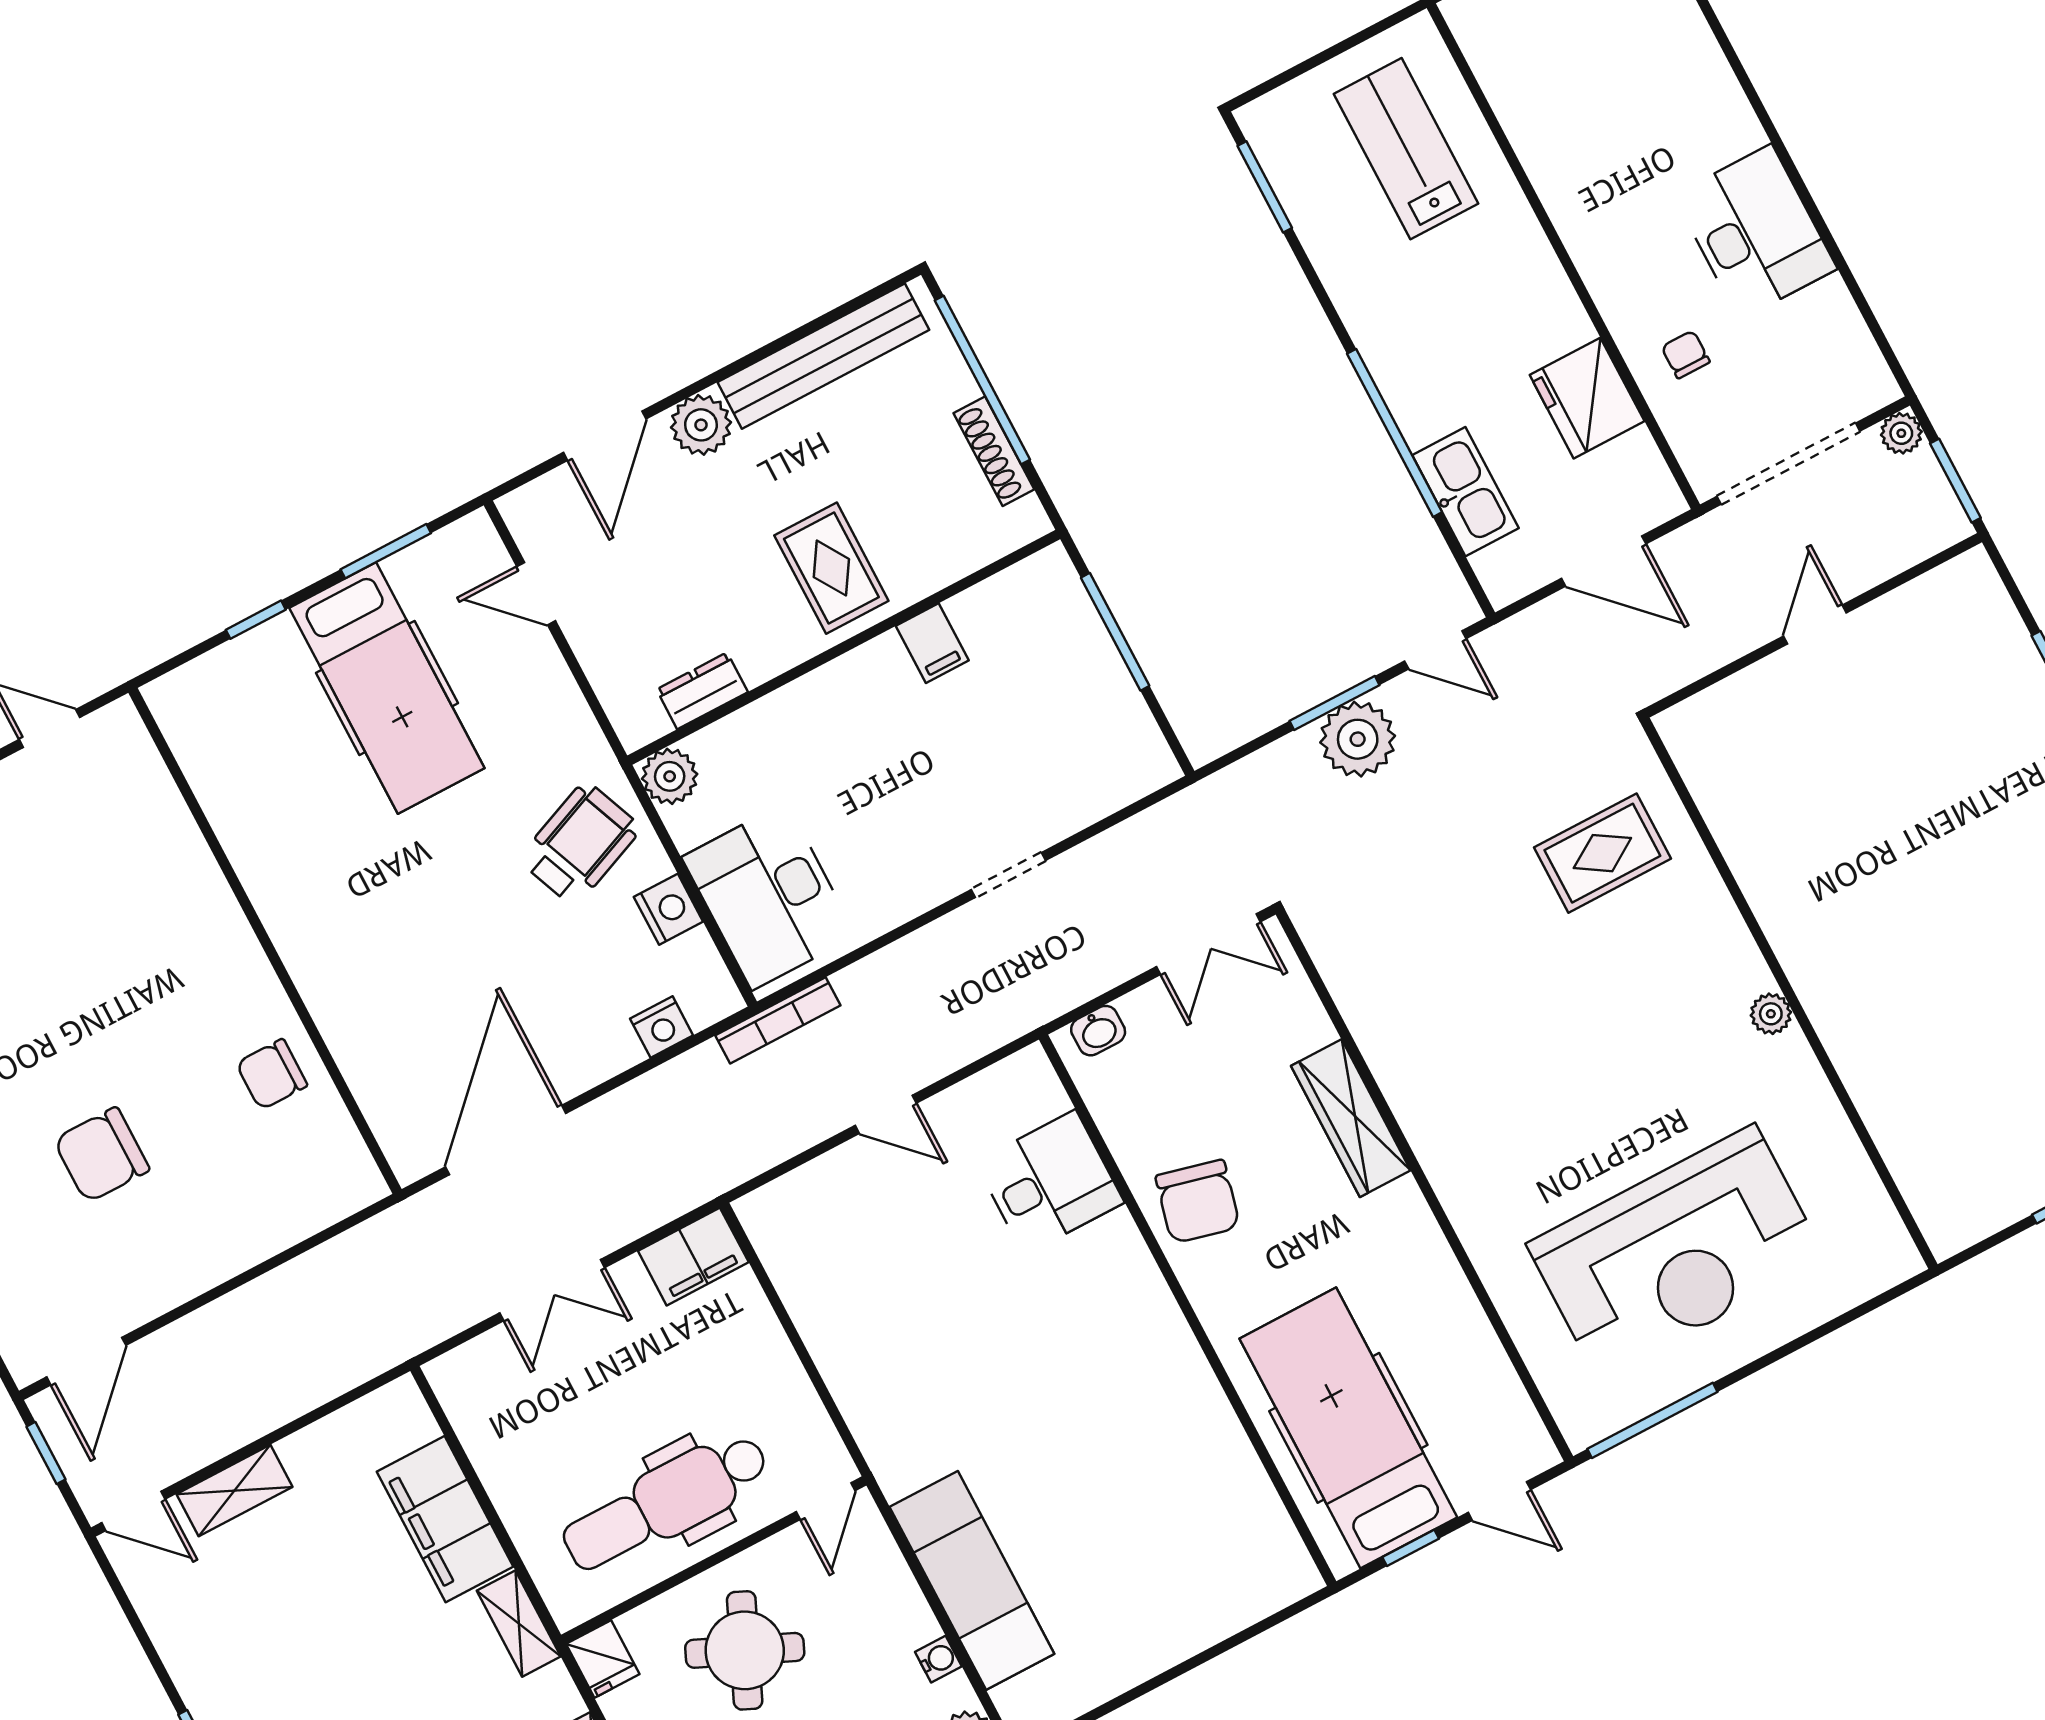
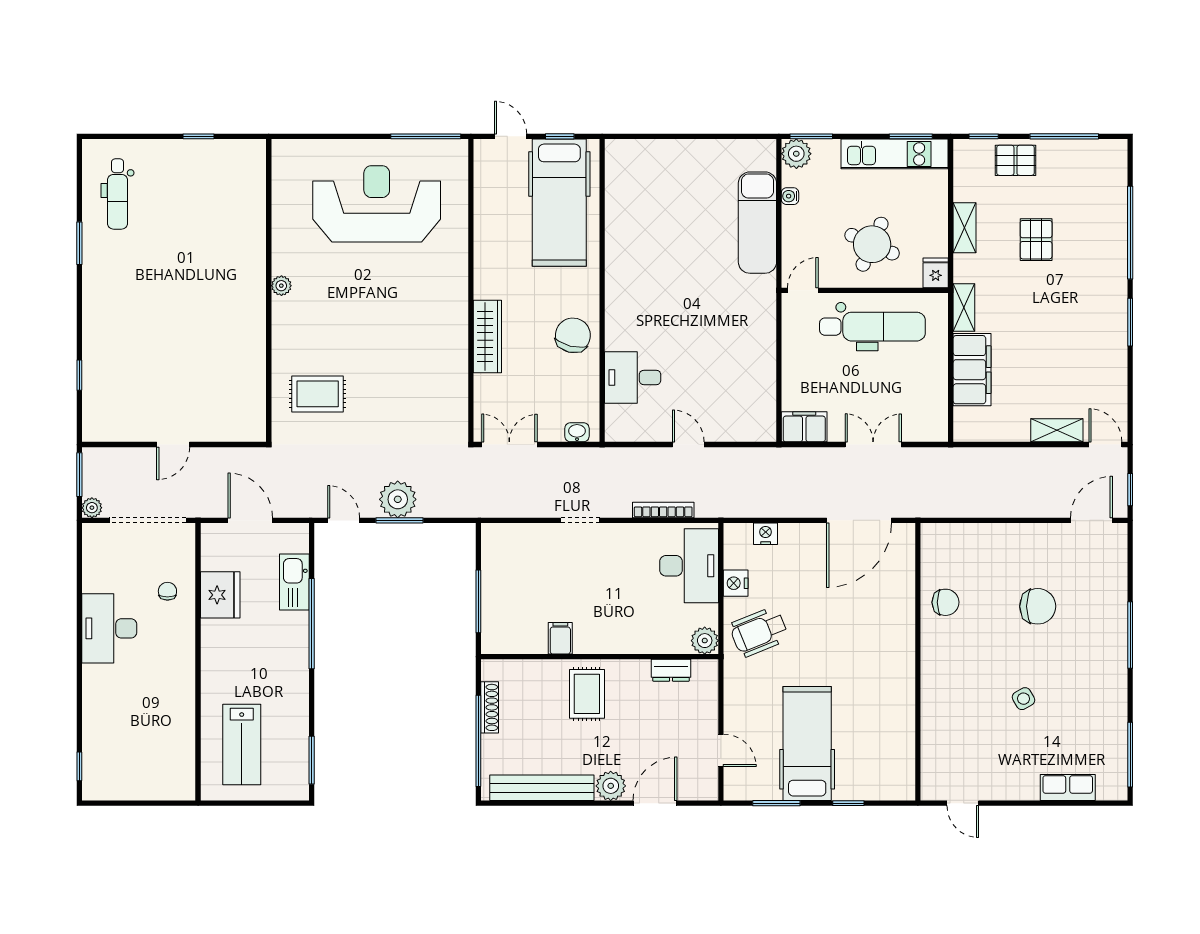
chair: (1686, 354) -> (167, 591), turned 180
side table: (39, 975) -> (1024, 699), added
bookcase: (778, 1020) -> (663, 510), moved

